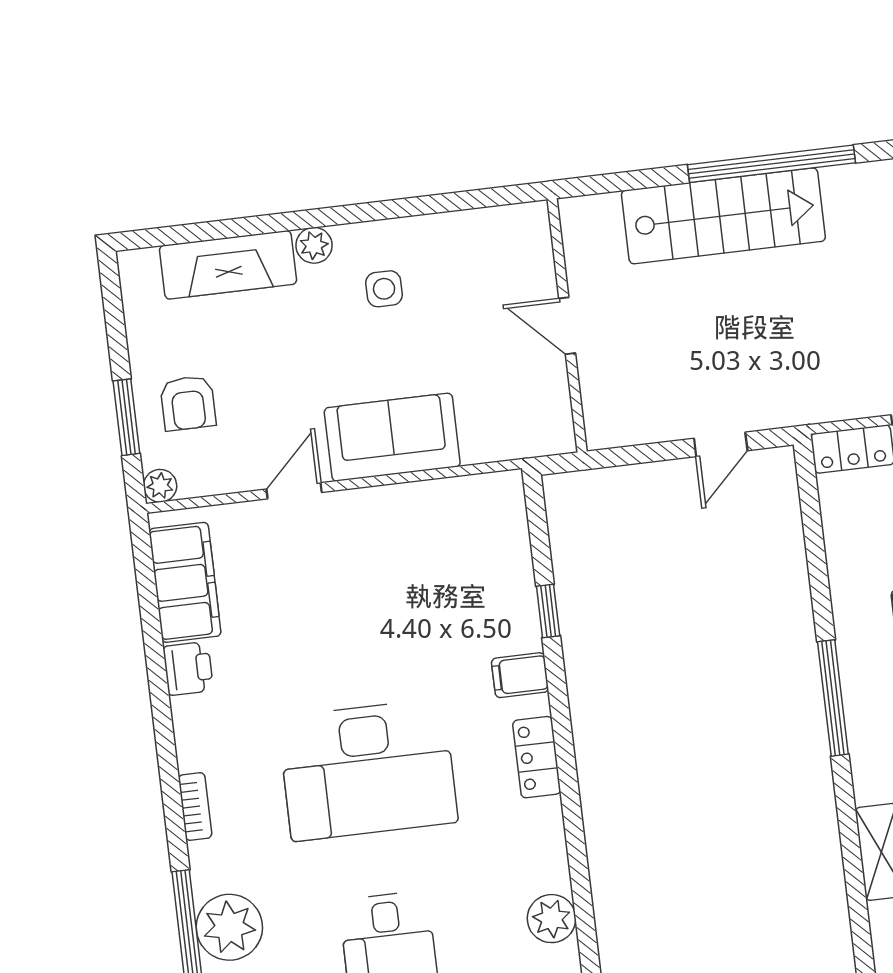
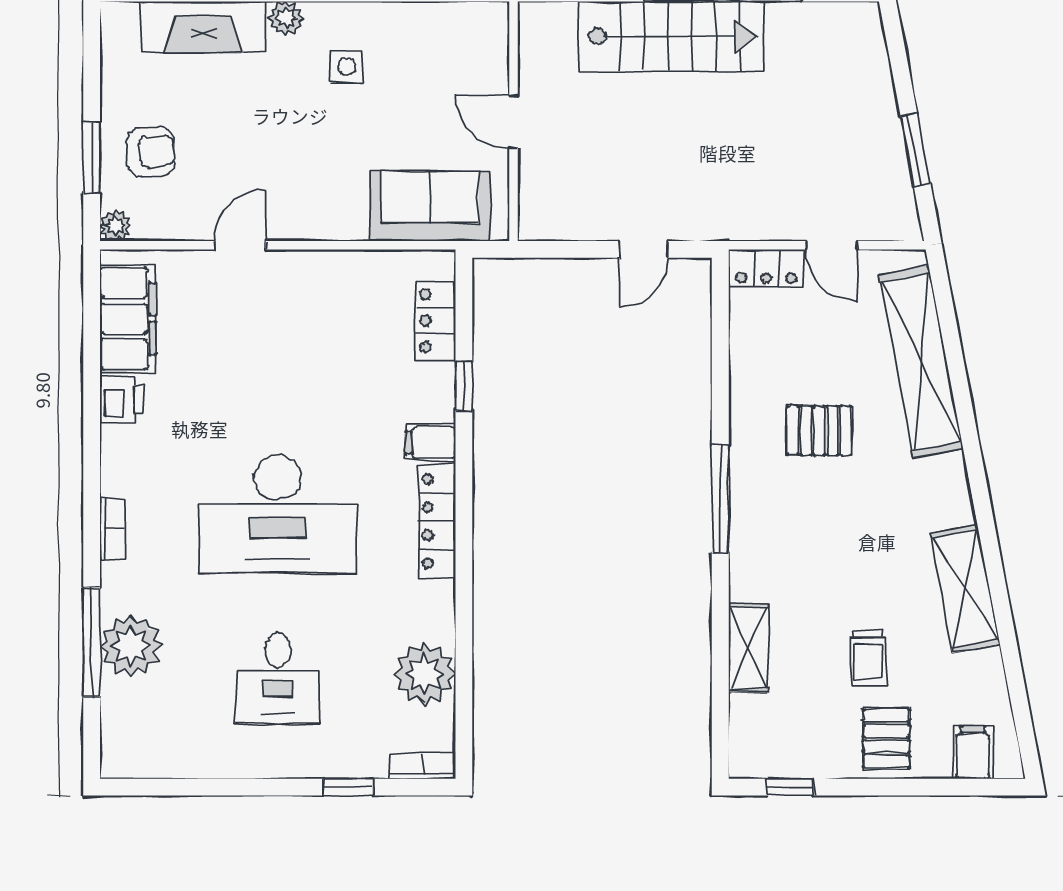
armchair: (188, 403) -> (151, 152), turned -95
sofa: (392, 437) -> (430, 206), moved
locker: (510, 546) -> (436, 321), added
locker: (537, 757) -> (437, 521), width x1.53
plant: (552, 919) -> (425, 674), width x1.36, depth x1.36

